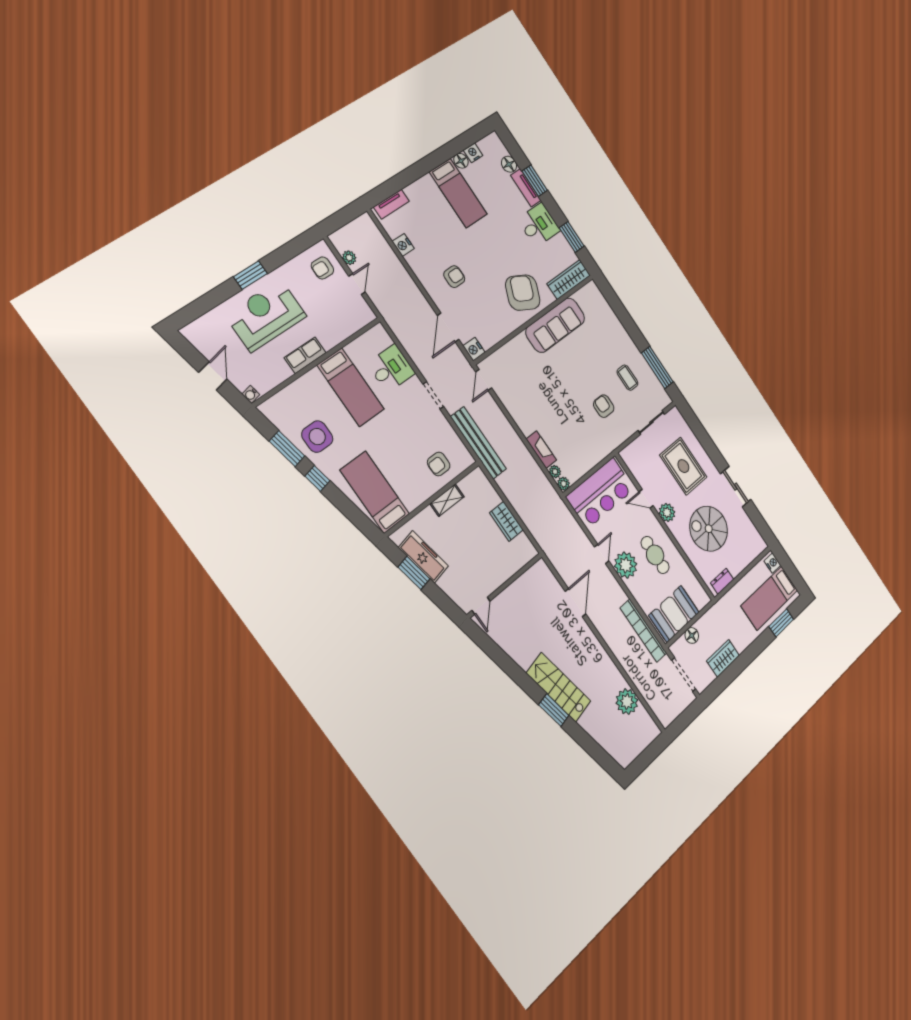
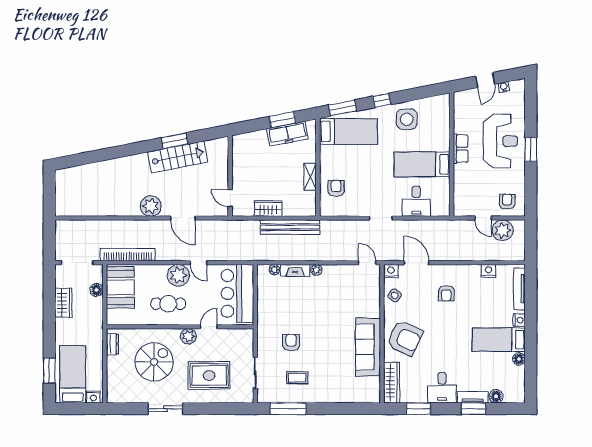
nightstand: (473, 153) -> (519, 320), moved
tv unit: (391, 204) -> (520, 289), width x1.41
plant: (349, 258) -> (503, 230), width x1.88, depth x1.88
side table: (493, 330) -> (395, 295), added
door: (213, 376) -> (485, 80), hinge flipped
water cooler: (251, 394) -> (504, 87), moved
armchair: (604, 406) -> (291, 342), turned -90
bench: (478, 443) -> (290, 227), moved
window: (287, 449) -> (343, 108), moved
plant: (564, 484) -> (316, 270), moved
door: (481, 606) -> (230, 198), moved
stairs: (559, 687) -> (178, 157), moved
plant: (627, 702) -> (151, 206), moved
window: (554, 710) -> (175, 141), moved

